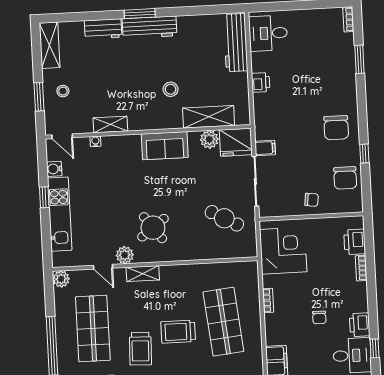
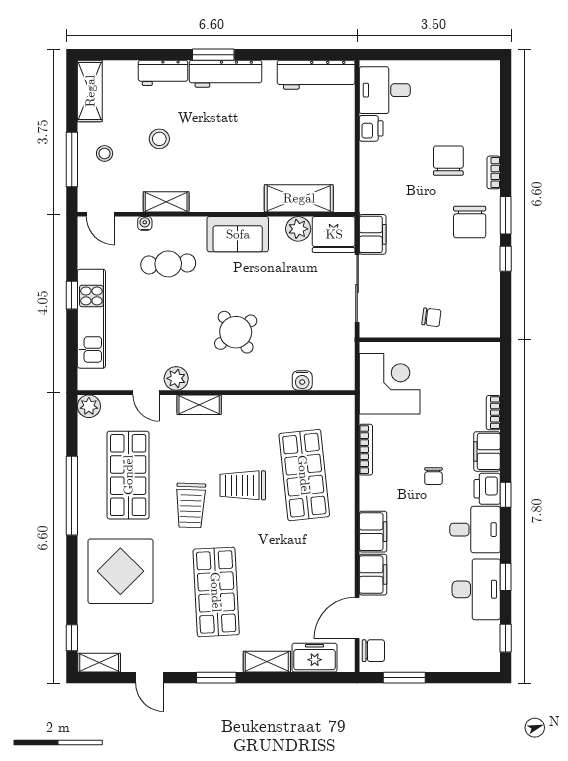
bookcase: (348, 20) -> (494, 172), moved
workbench: (236, 43) -> (316, 75), moved, turned -90
window: (359, 59) -> (506, 215), moved
printer: (261, 82) -> (371, 128), moved
stool: (171, 89) -> (159, 139), moved
window: (39, 97) -> (72, 160), width x1.44
filing cabinet: (265, 148) -> (373, 234), width x2.00
water cooler: (54, 169) -> (302, 380), moved, turned -90
chair: (345, 178) -> (448, 161), moved, turned 180
cafe table: (224, 218) -> (168, 264), moved, turned -32
round table: (153, 228) -> (236, 332), moved
printer: (355, 242) -> (486, 377), removed
filing cabinet: (358, 297) -> (487, 451), added
bookcase: (268, 300) -> (366, 450), width x1.56
window: (375, 348) -> (506, 495), moved

